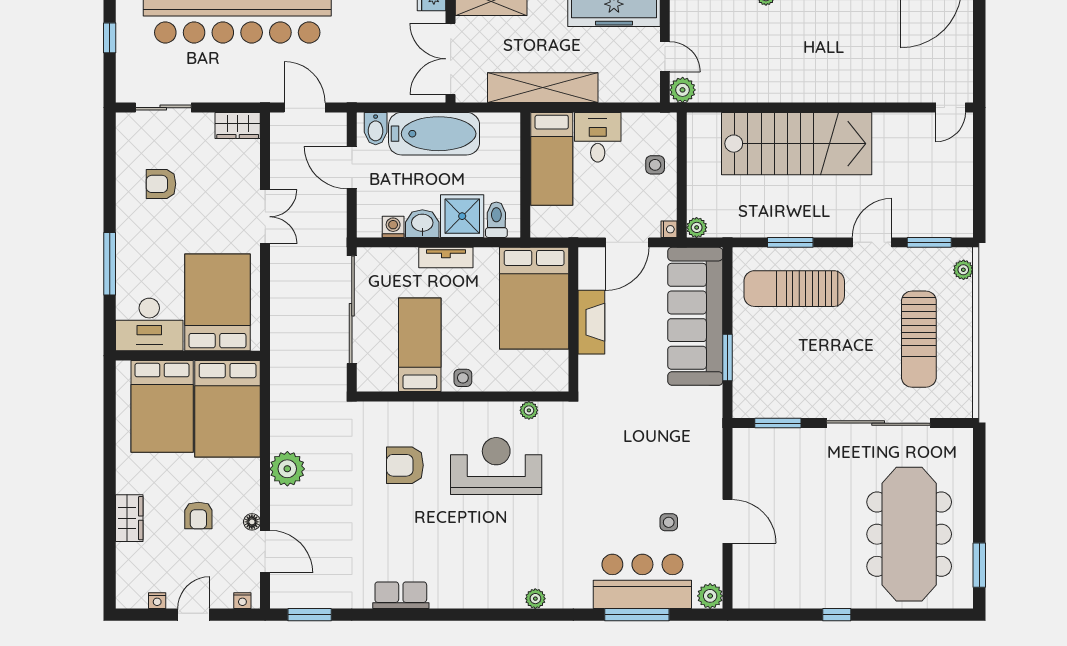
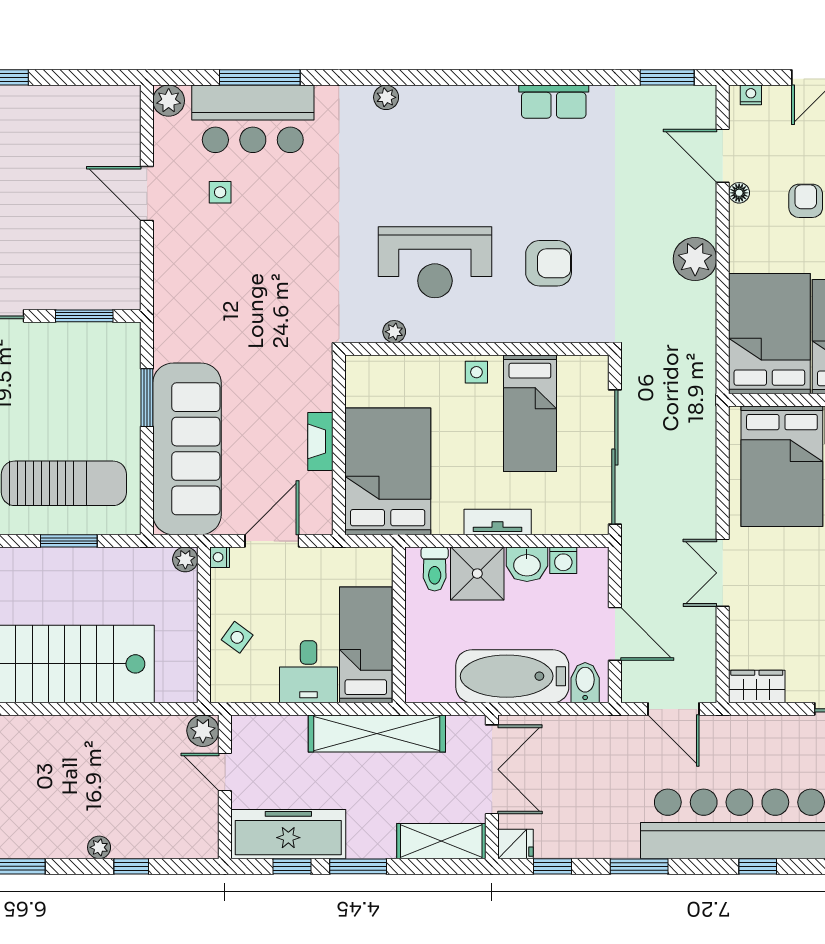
side table: (655, 165) -> (237, 637), turned 36
fireplace: (591, 322) -> (320, 441), width x0.73, depth x0.76

